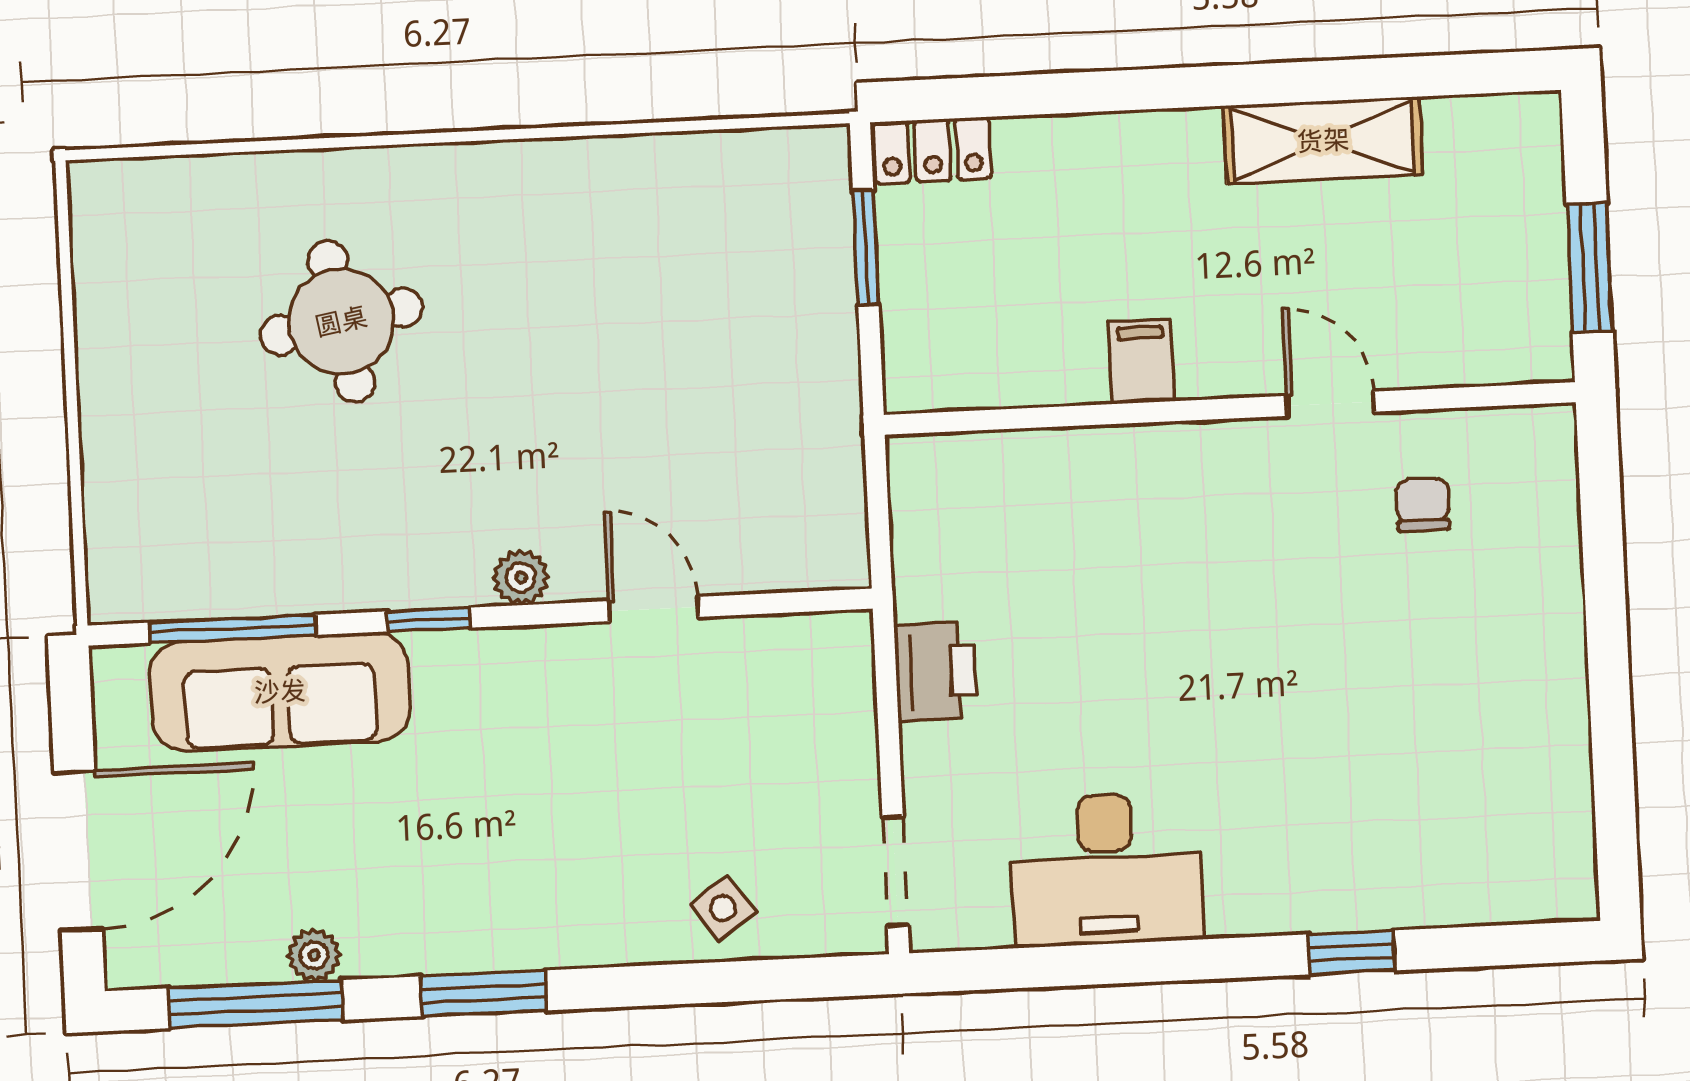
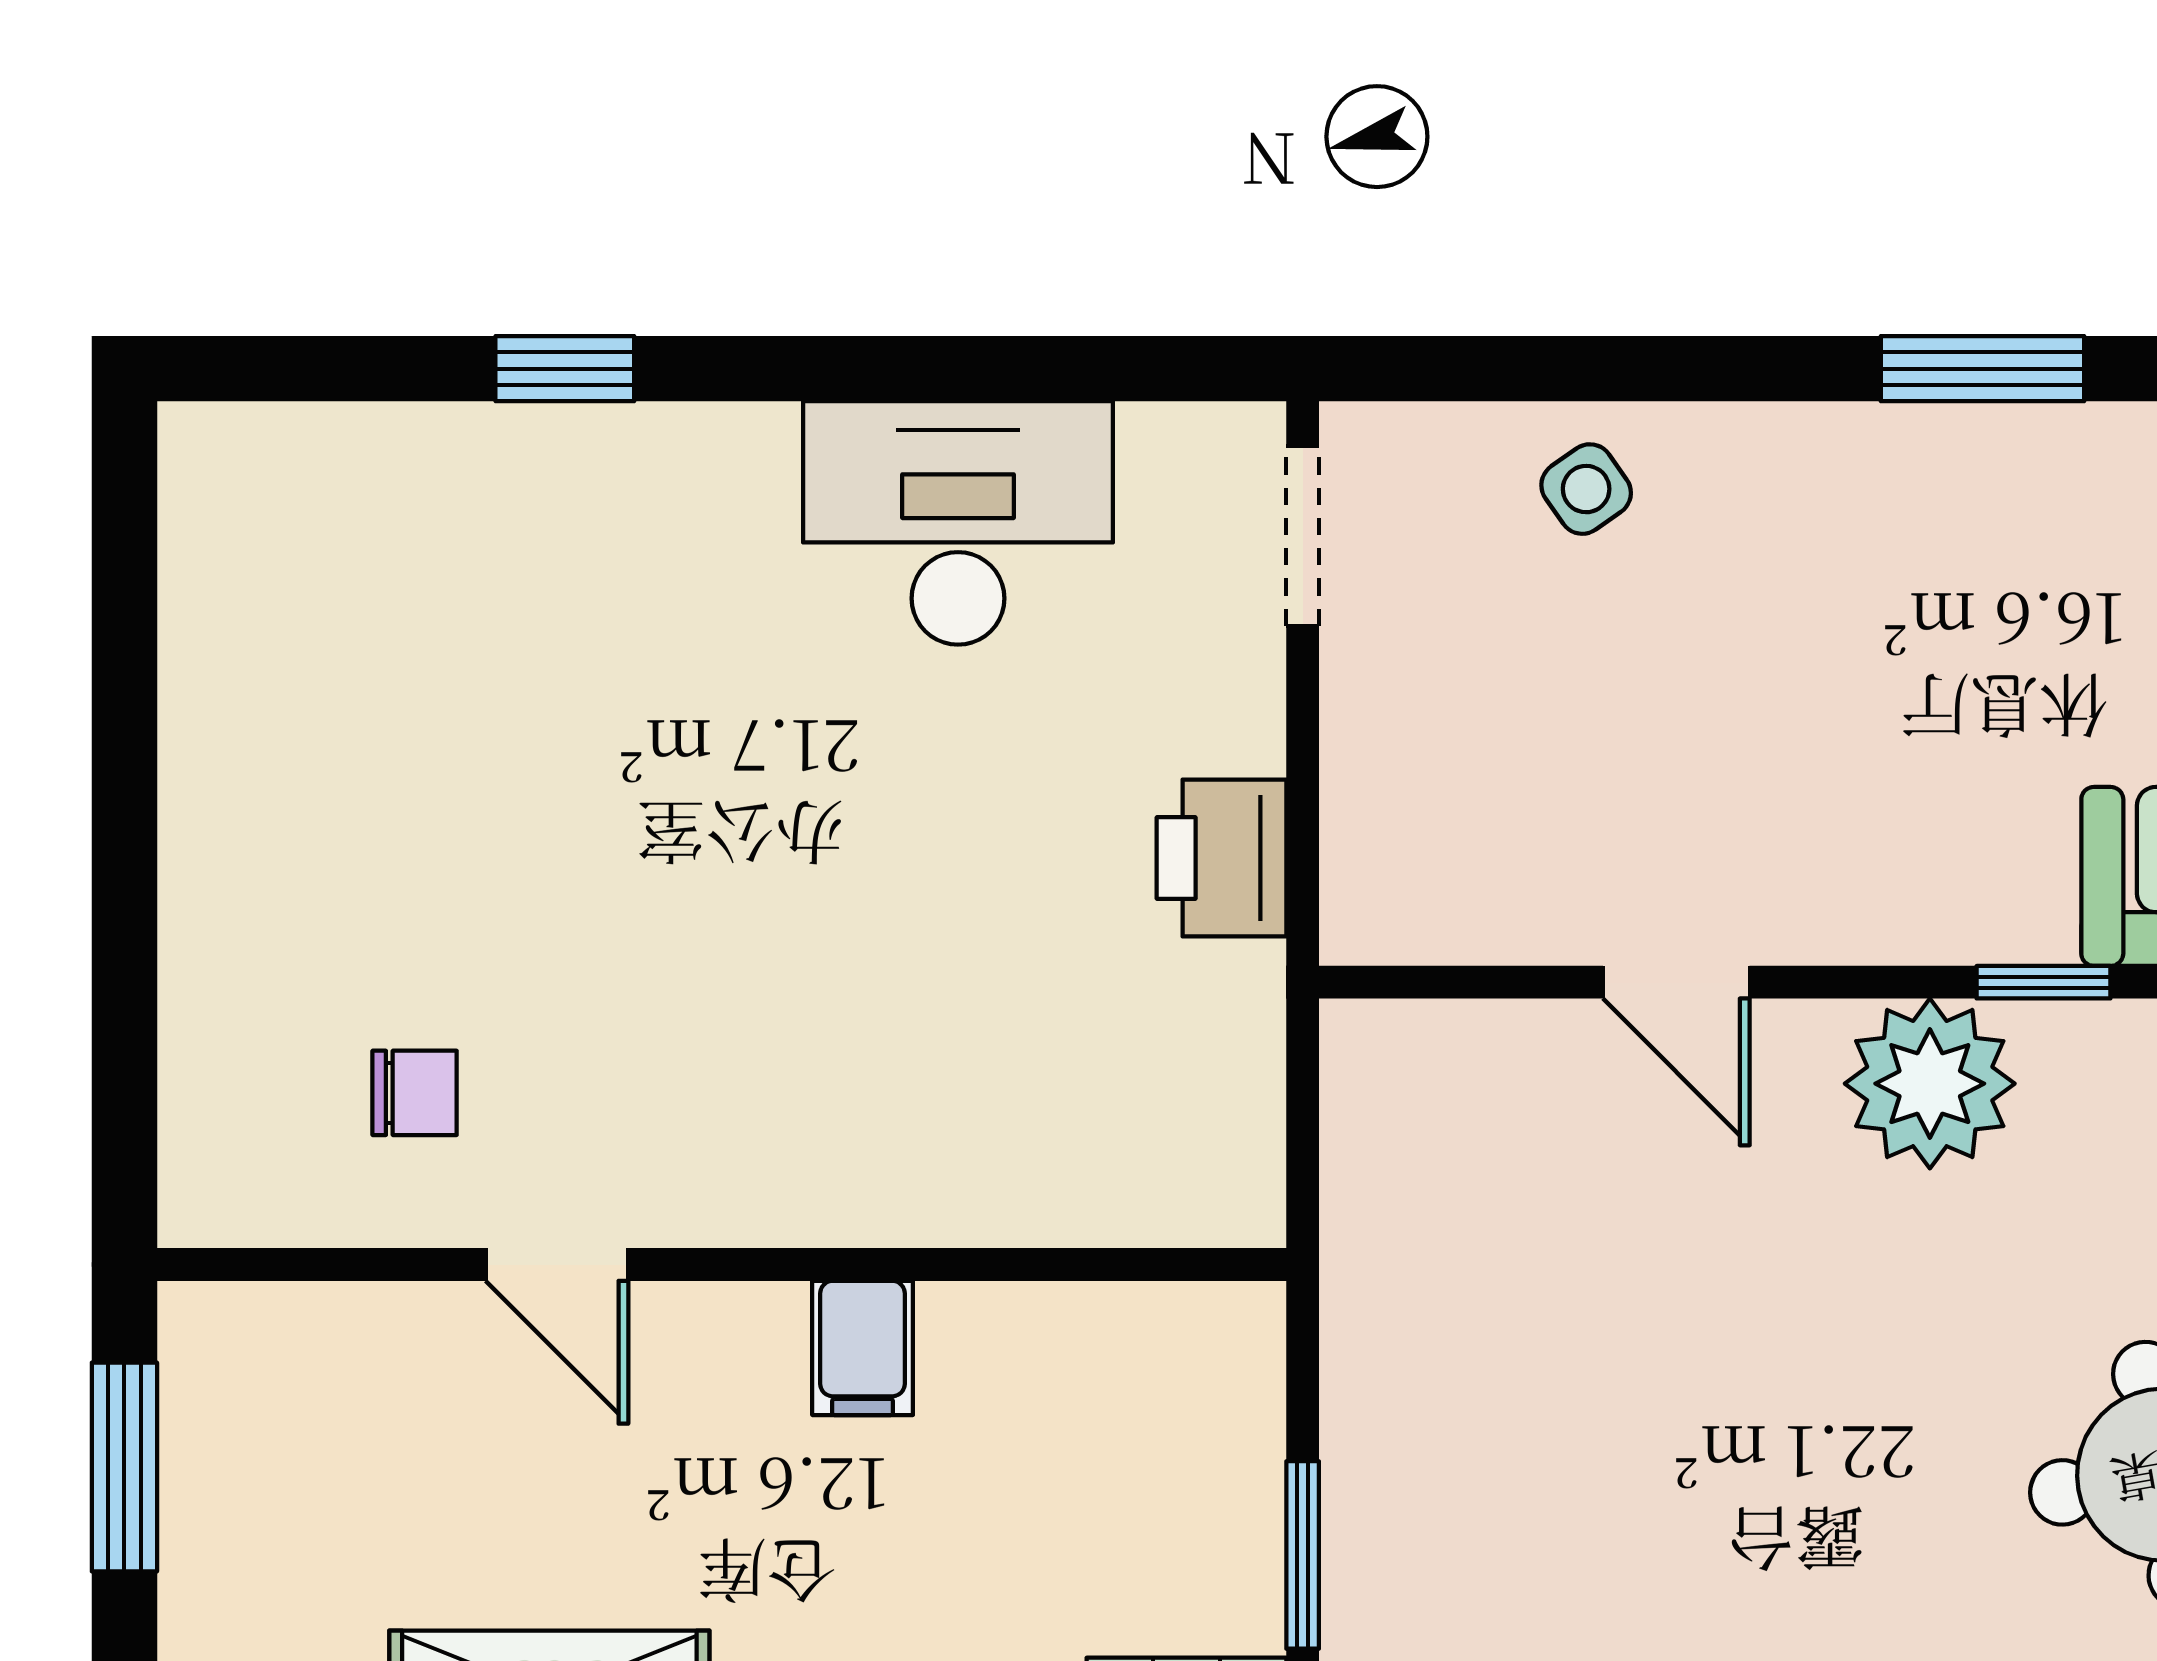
chair: (1423, 505) -> (415, 1093), turned -90
plant: (521, 577) -> (1930, 1084), width x1.88, depth x1.88

